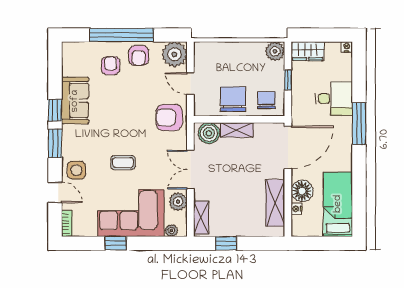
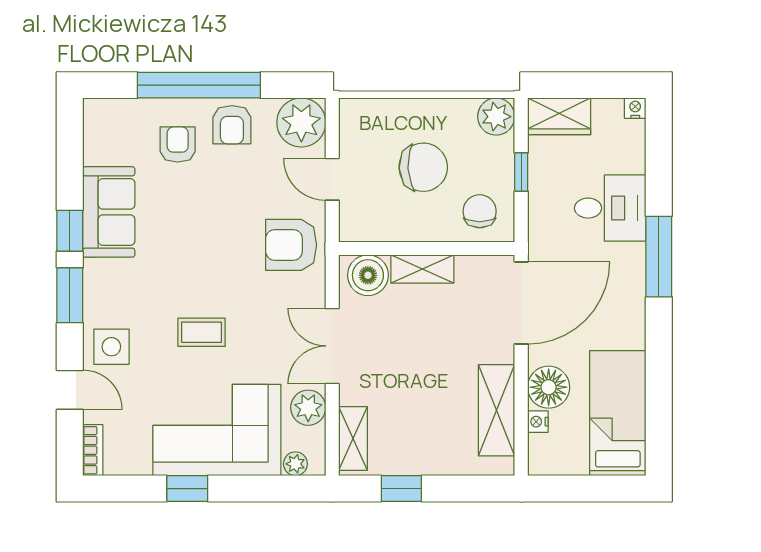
chair: (233, 99) -> (423, 167), moved, turned 87

